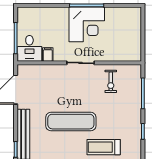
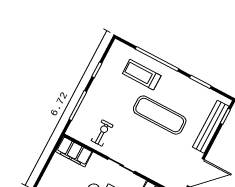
filing cabinet: (126, 53) -> (74, 152), added
treadmill: (104, 147) -> (142, 75), turned 180

